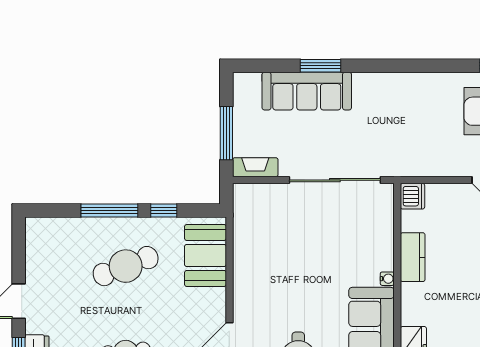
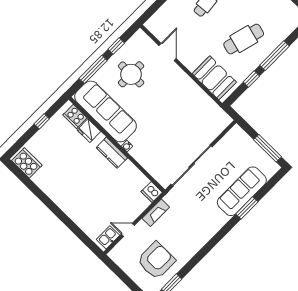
window: (226, 133) -> (268, 148), moved
fireplace: (255, 167) -> (156, 213), moved
kitchen counter: (413, 257) -> (112, 153), moved
cafe table: (126, 266) -> (244, 39), turned 36

